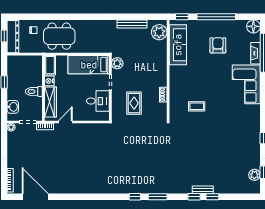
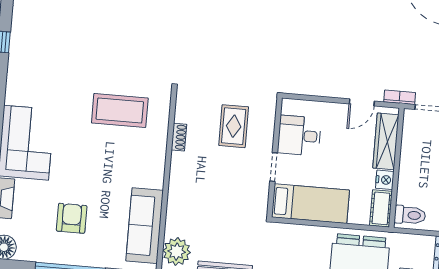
armchair: (218, 45) -> (72, 218), turned 180
plant: (117, 63) -> (258, 201), removed
toilet: (34, 92) -> (410, 215), moved
coffee table: (197, 106) -> (120, 110), width x1.86, depth x1.72

